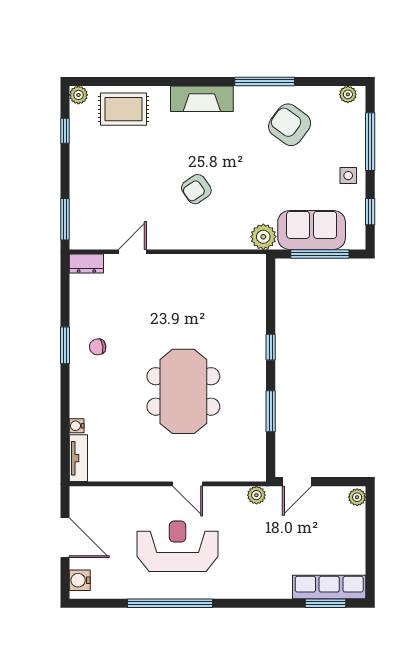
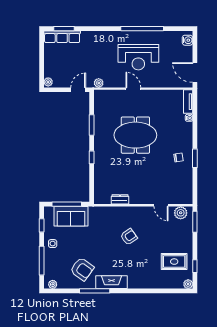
fireplace: (202, 99) -> (112, 282), moved
rug: (124, 109) -> (174, 262), moved
plant: (263, 237) -> (181, 213), moved
door: (132, 252) -> (161, 205), hinge flipped
dresser: (86, 264) -> (120, 199), moved
meeting table: (183, 391) -> (135, 135), turned 90
door: (65, 538) -> (195, 72), moved

